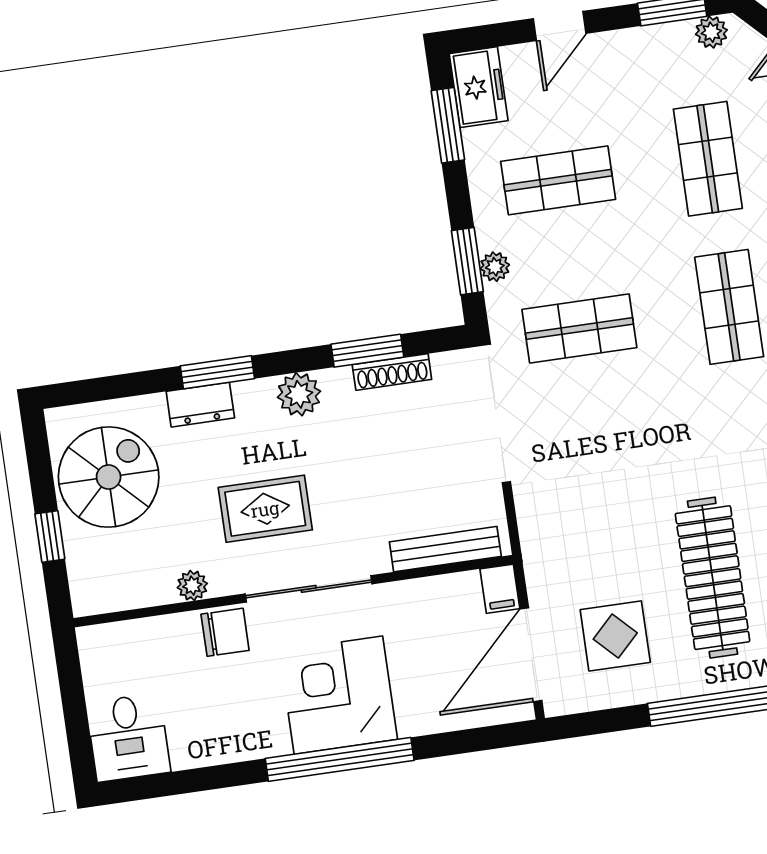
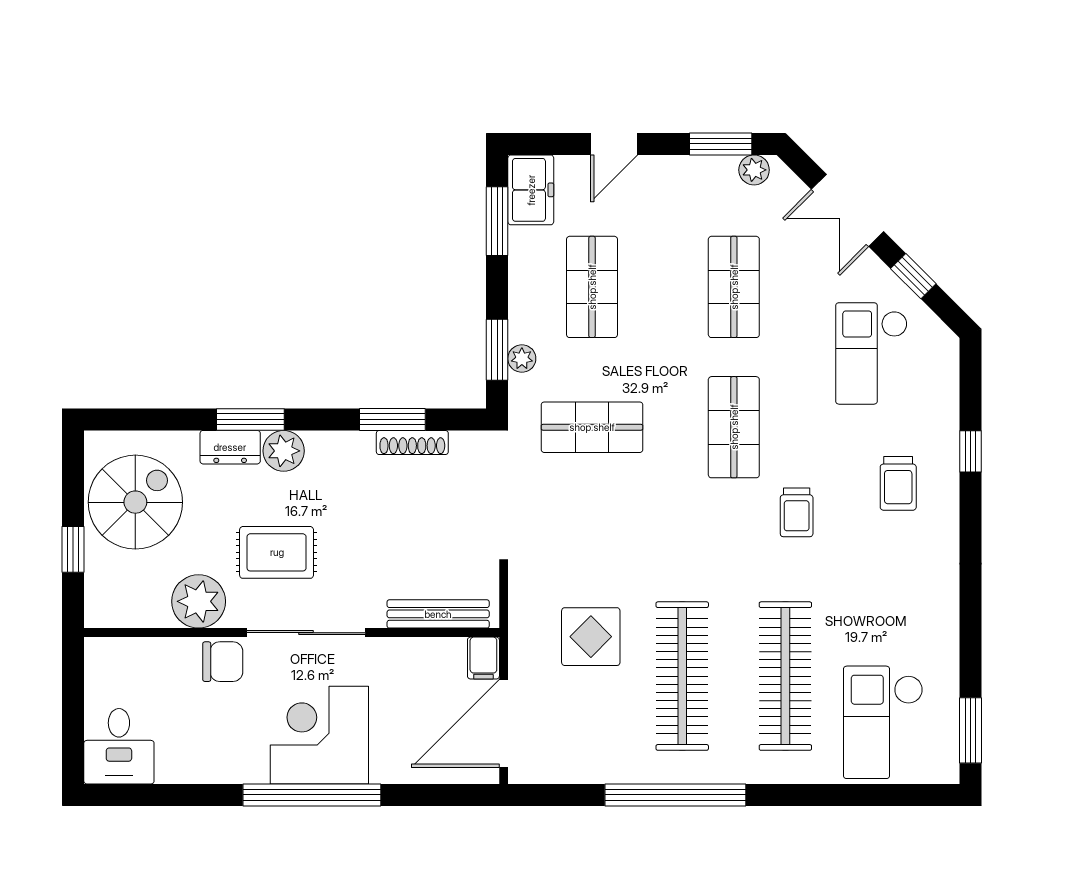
shop shelf: (558, 180) -> (592, 287), turned 90
plant: (299, 394) -> (284, 451), moved
plant: (192, 586) -> (199, 601), width x1.87, depth x1.87
display table: (615, 636) -> (591, 637), moved

